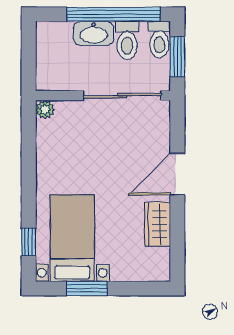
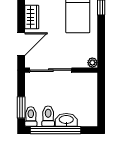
wall: (103, 96) -> (61, 70), moved
sliding door: (122, 96) -> (51, 70), moved
plant: (45, 110) -> (92, 63), moved

